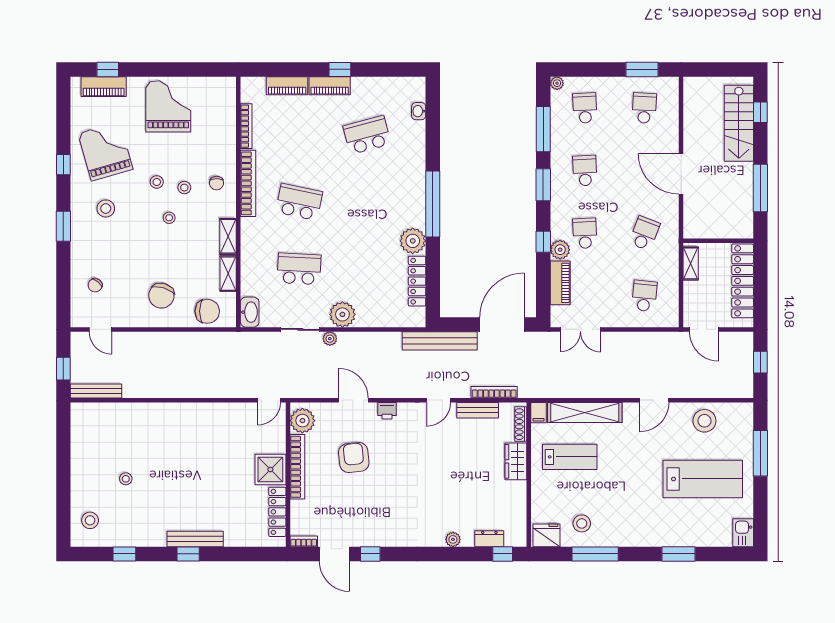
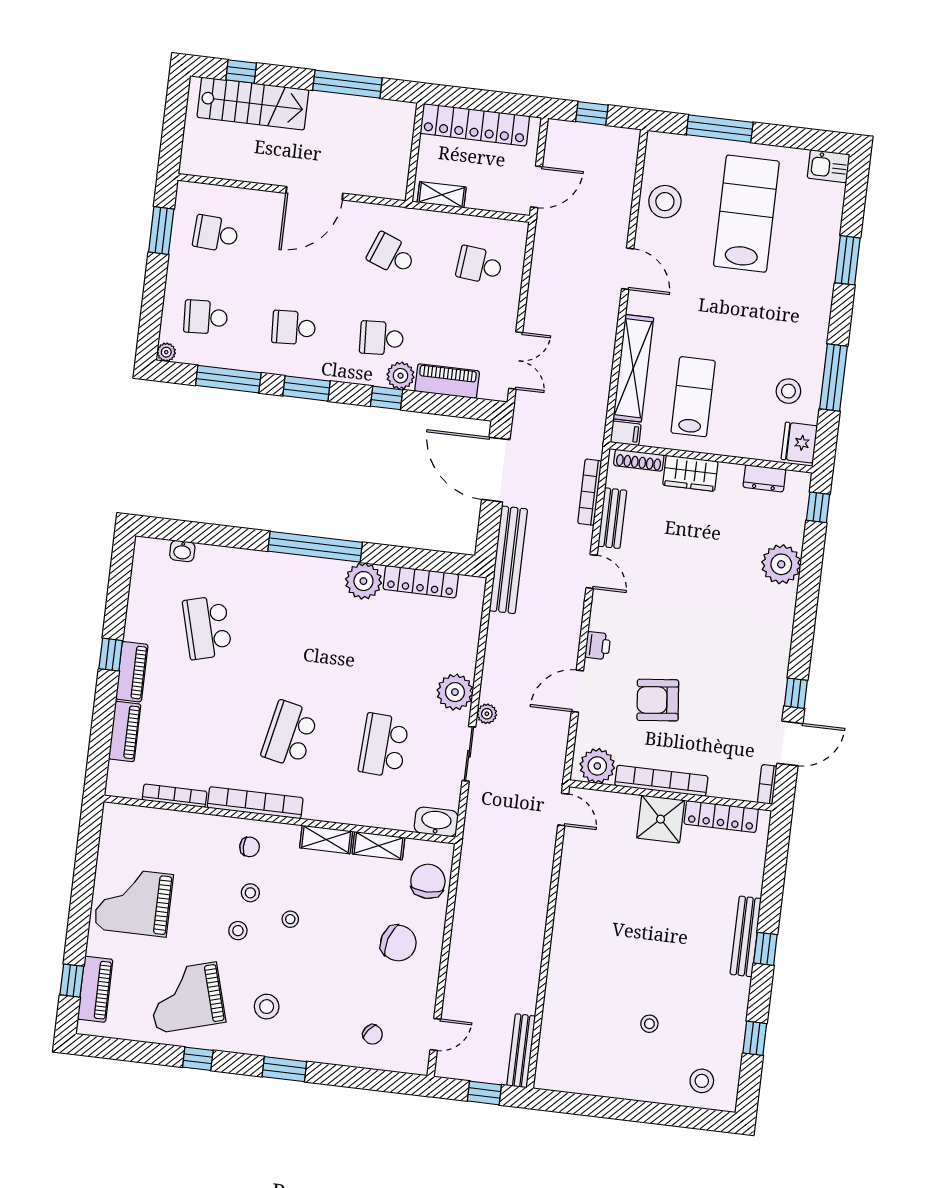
plant: (453, 539) -> (781, 564), width x1.87, depth x1.87
dresser: (489, 539) -> (764, 478), moved, turned -90

